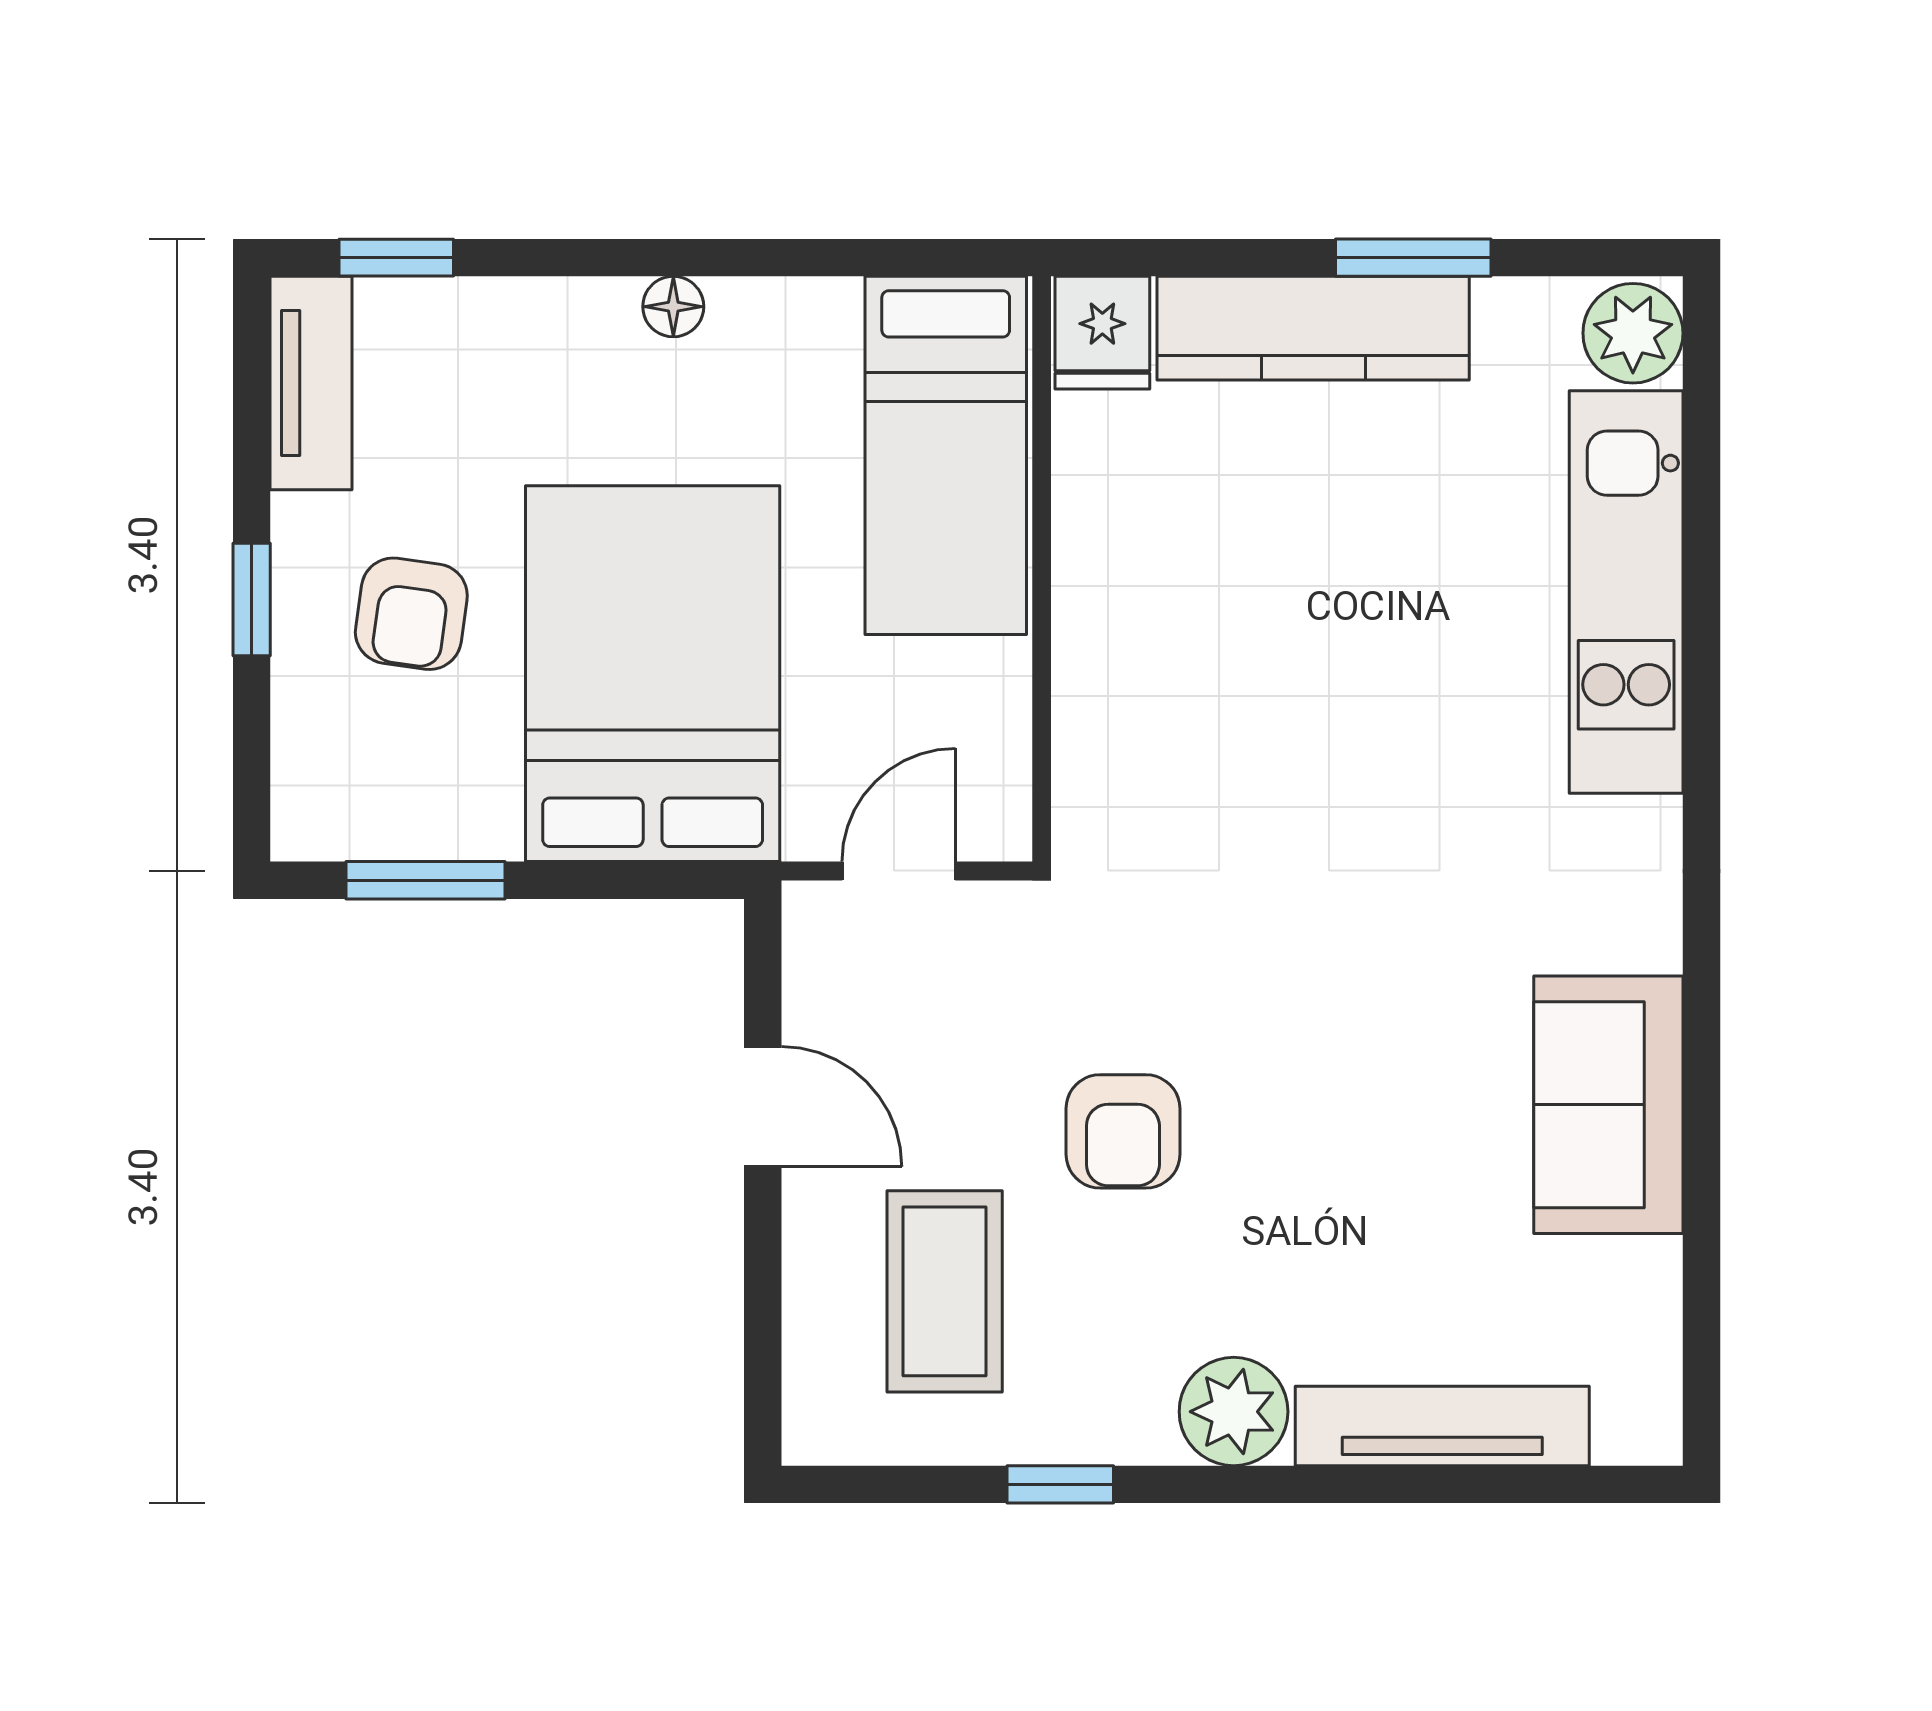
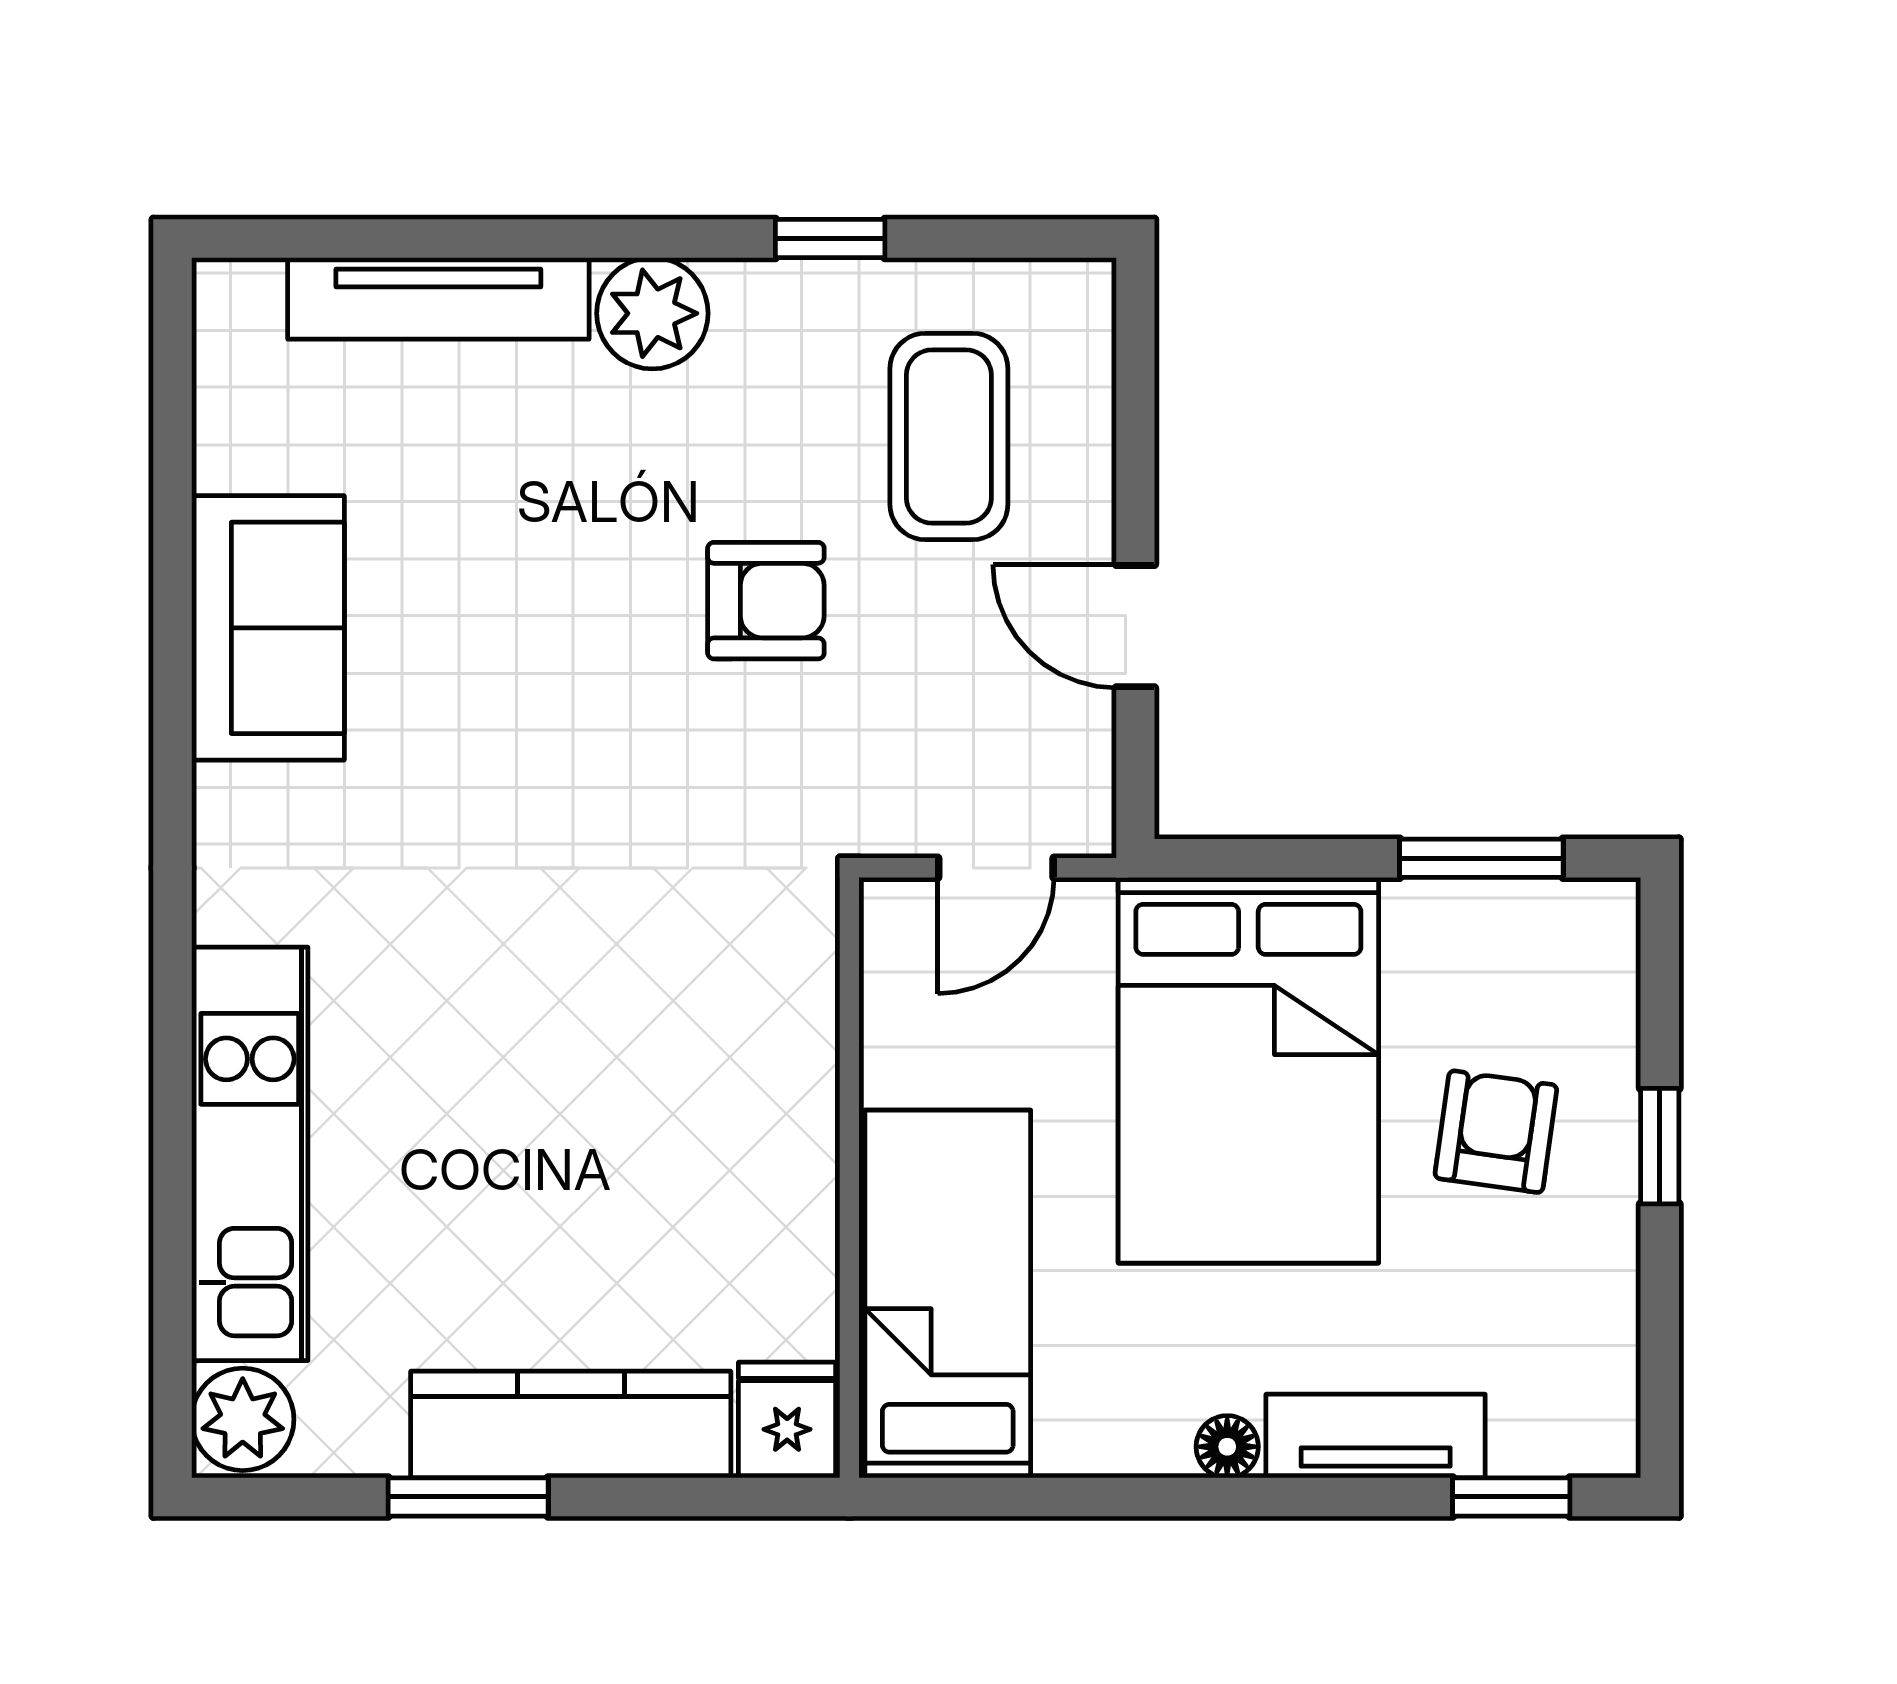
tv unit: (311, 383) -> (1376, 1436), moved, turned 90
armchair: (1123, 1131) -> (766, 601), turned 90

